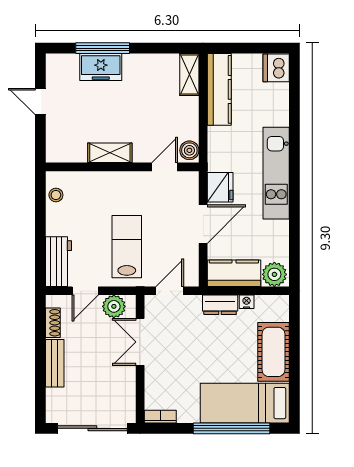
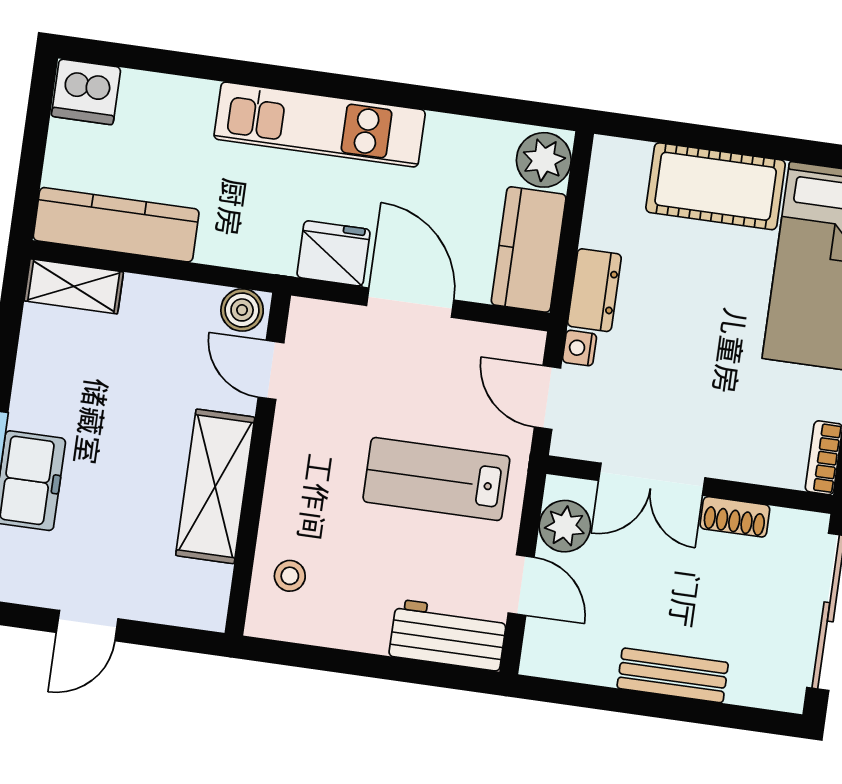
shelving: (110, 153) -> (215, 486), width x1.50, depth x1.33
stool: (56, 195) -> (290, 576), moved
nightstand: (247, 302) -> (580, 348), moved
shoe rack: (53, 323) -> (735, 517), moved, turned 180

